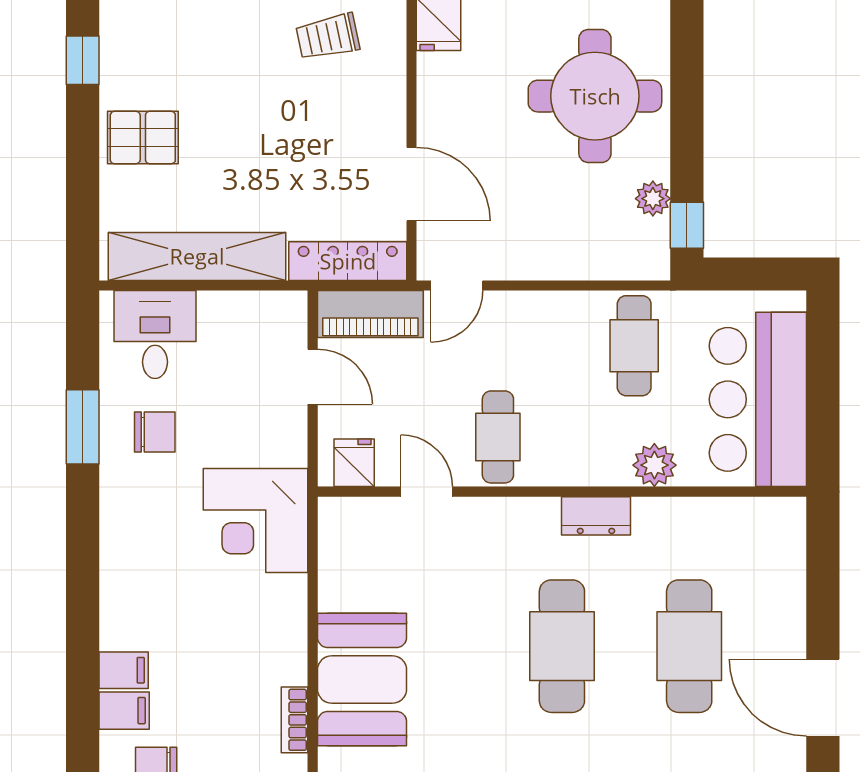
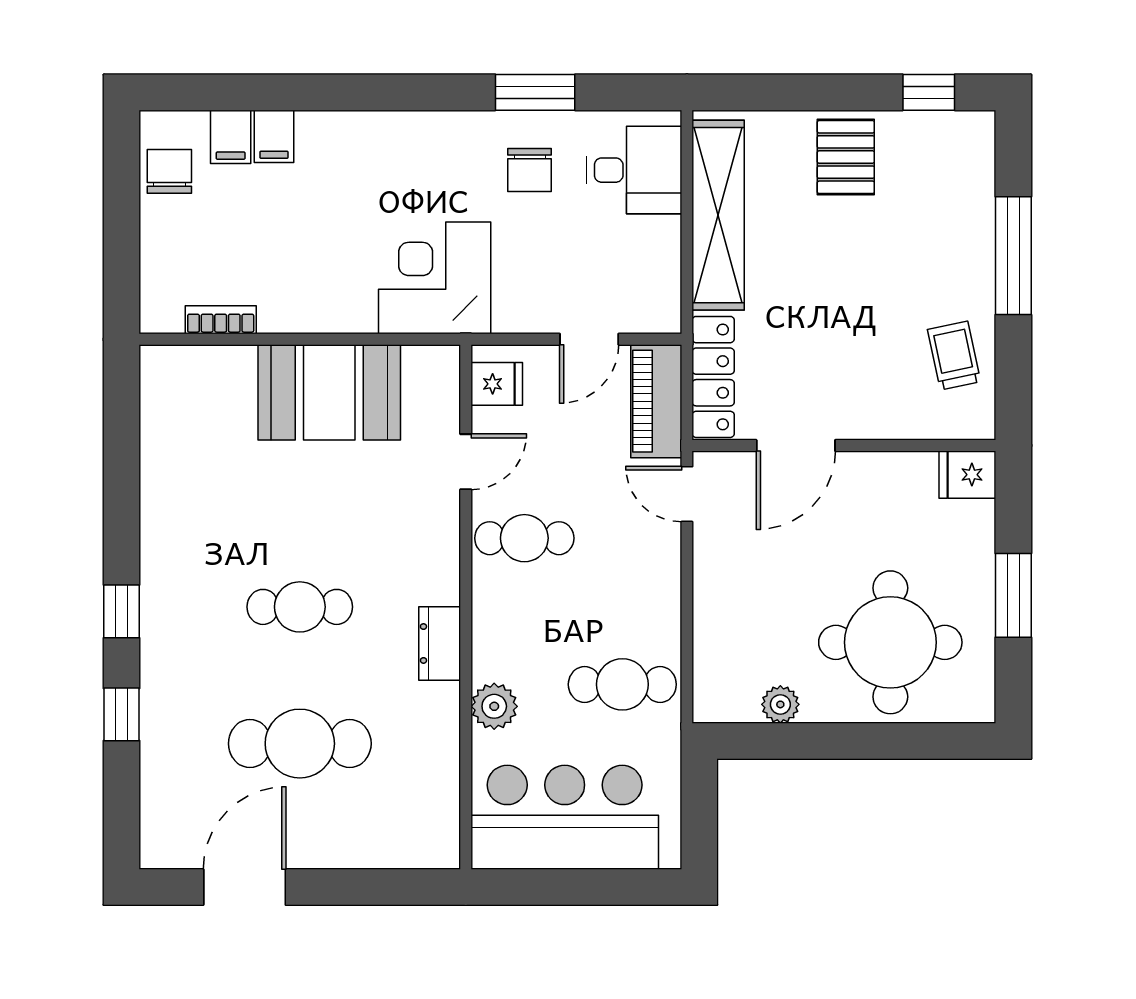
window: (687, 225) -> (752, 741), removed
cafe table: (562, 646) -> (300, 607), width x0.73, depth x0.74
booth: (362, 680) -> (329, 392), moved

